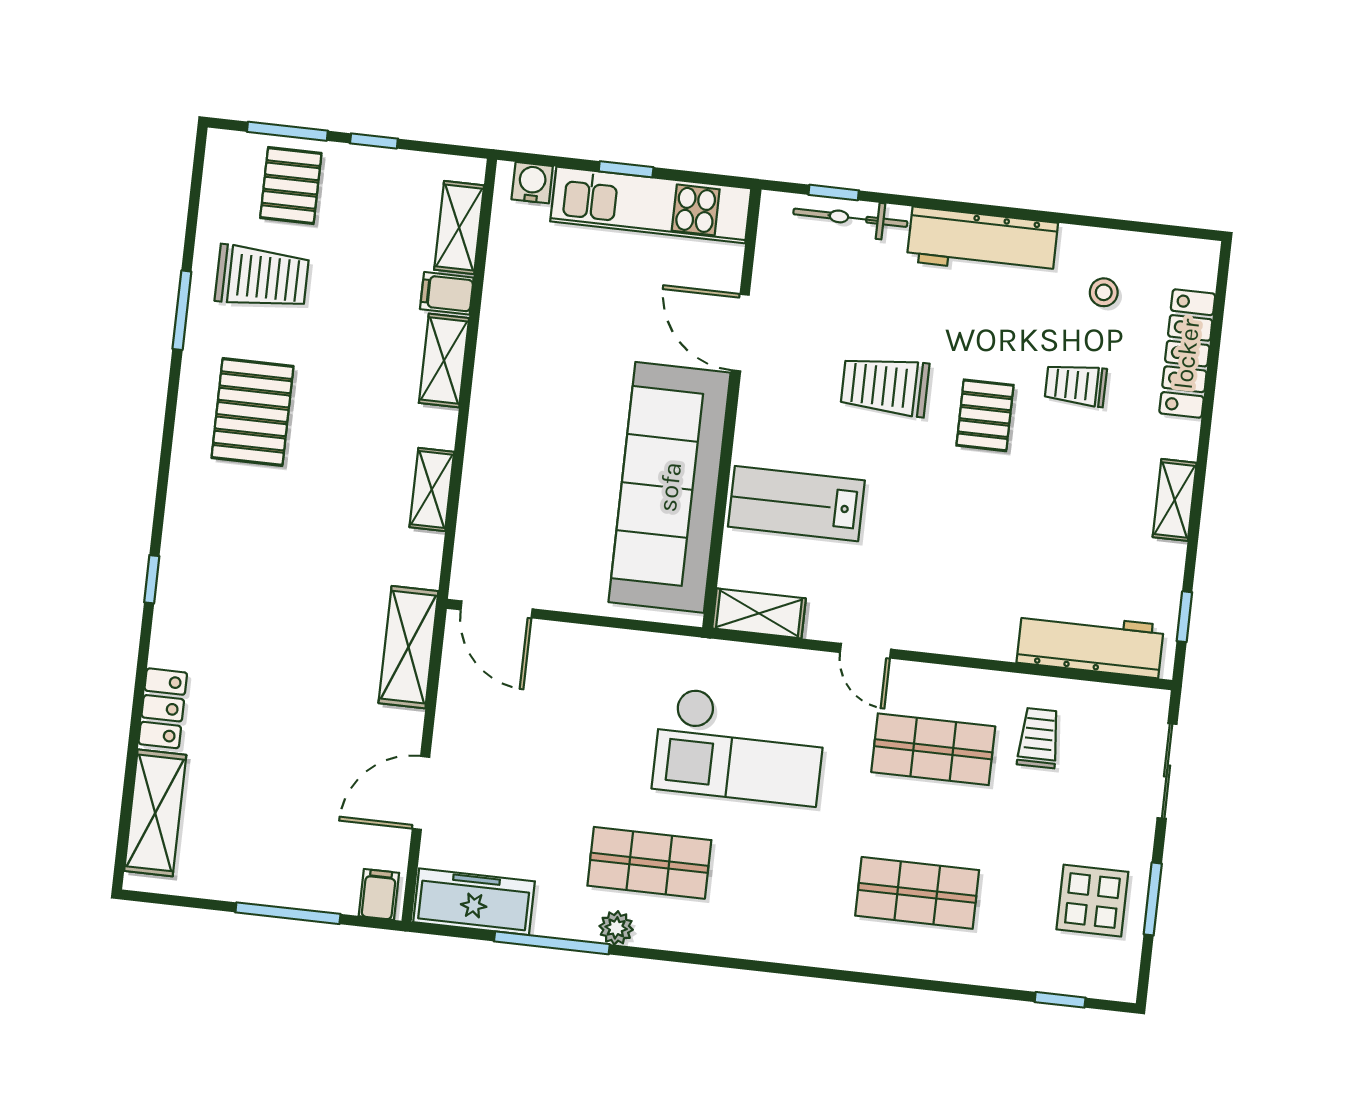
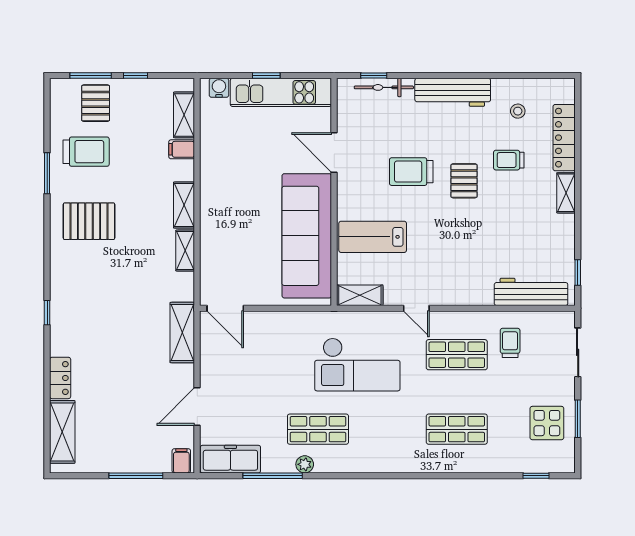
shelving: (444, 360) -> (184, 205), moved
pallet: (253, 412) -> (89, 221), turned 90
shelving: (1175, 500) -> (566, 193), moved

